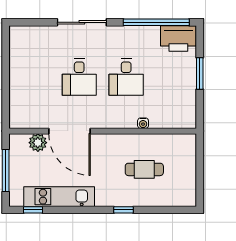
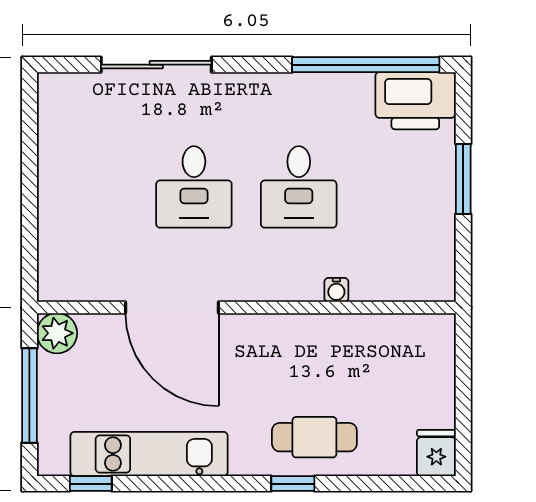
sliding door: (82, 22) -> (156, 65), moved
plant: (38, 143) -> (57, 333), moved
cafe table: (144, 169) -> (314, 437), moved
fridge: (188, 196) -> (436, 453), added

